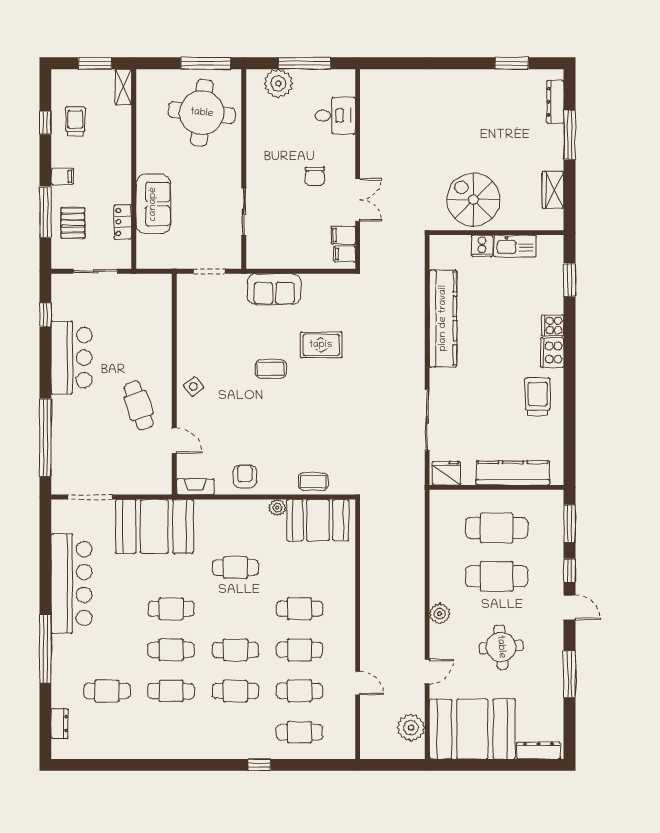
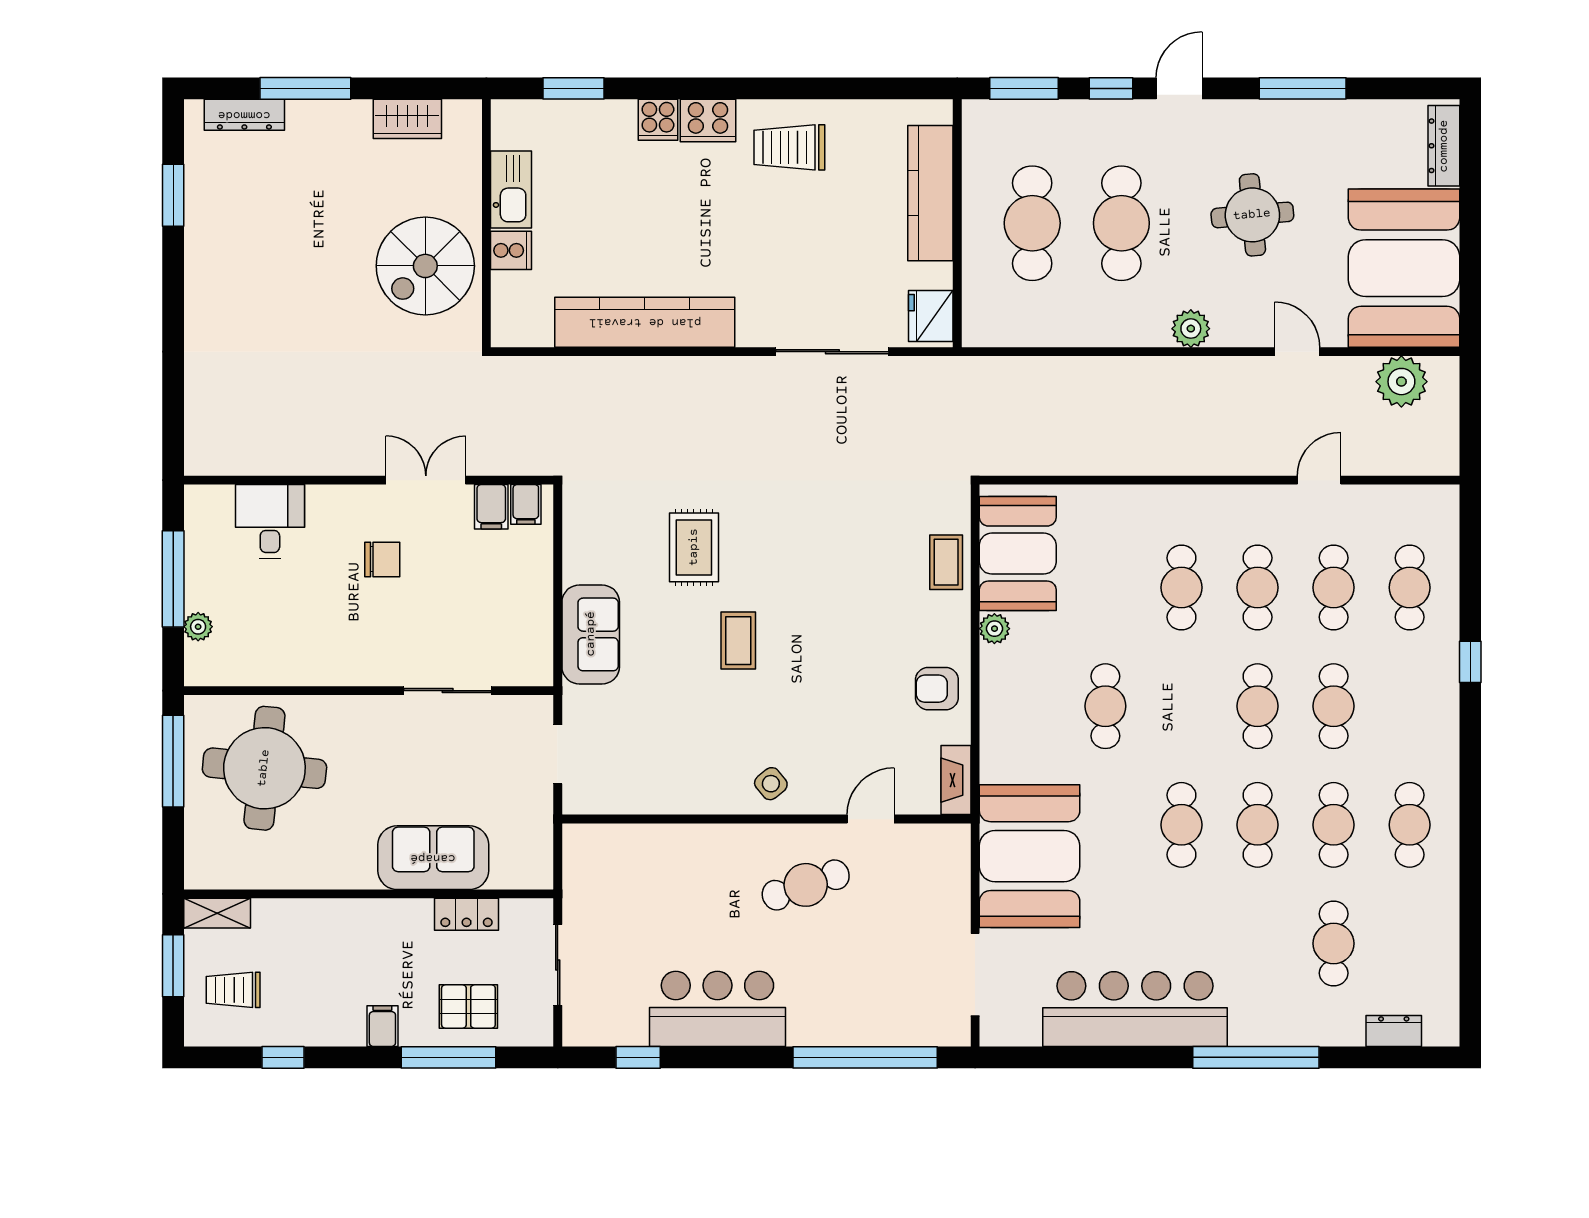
plant: (278, 83) -> (198, 627), width x0.53, depth x0.53
trolley: (75, 121) -> (233, 990), moved
cafe table: (171, 732) -> (1410, 825), added

